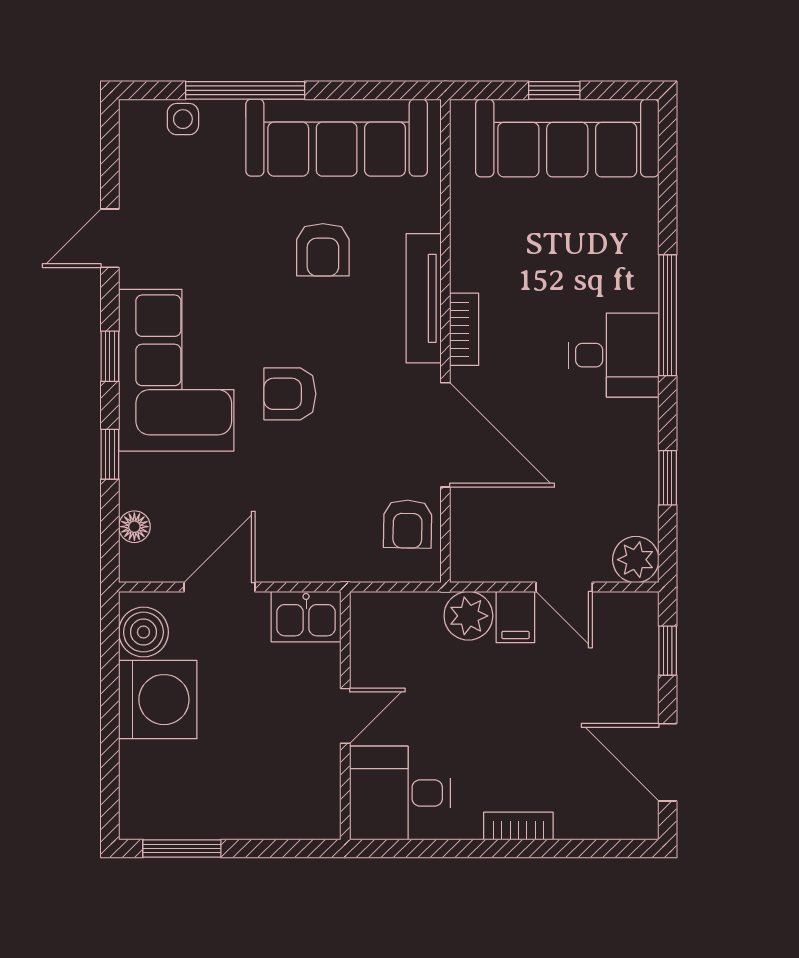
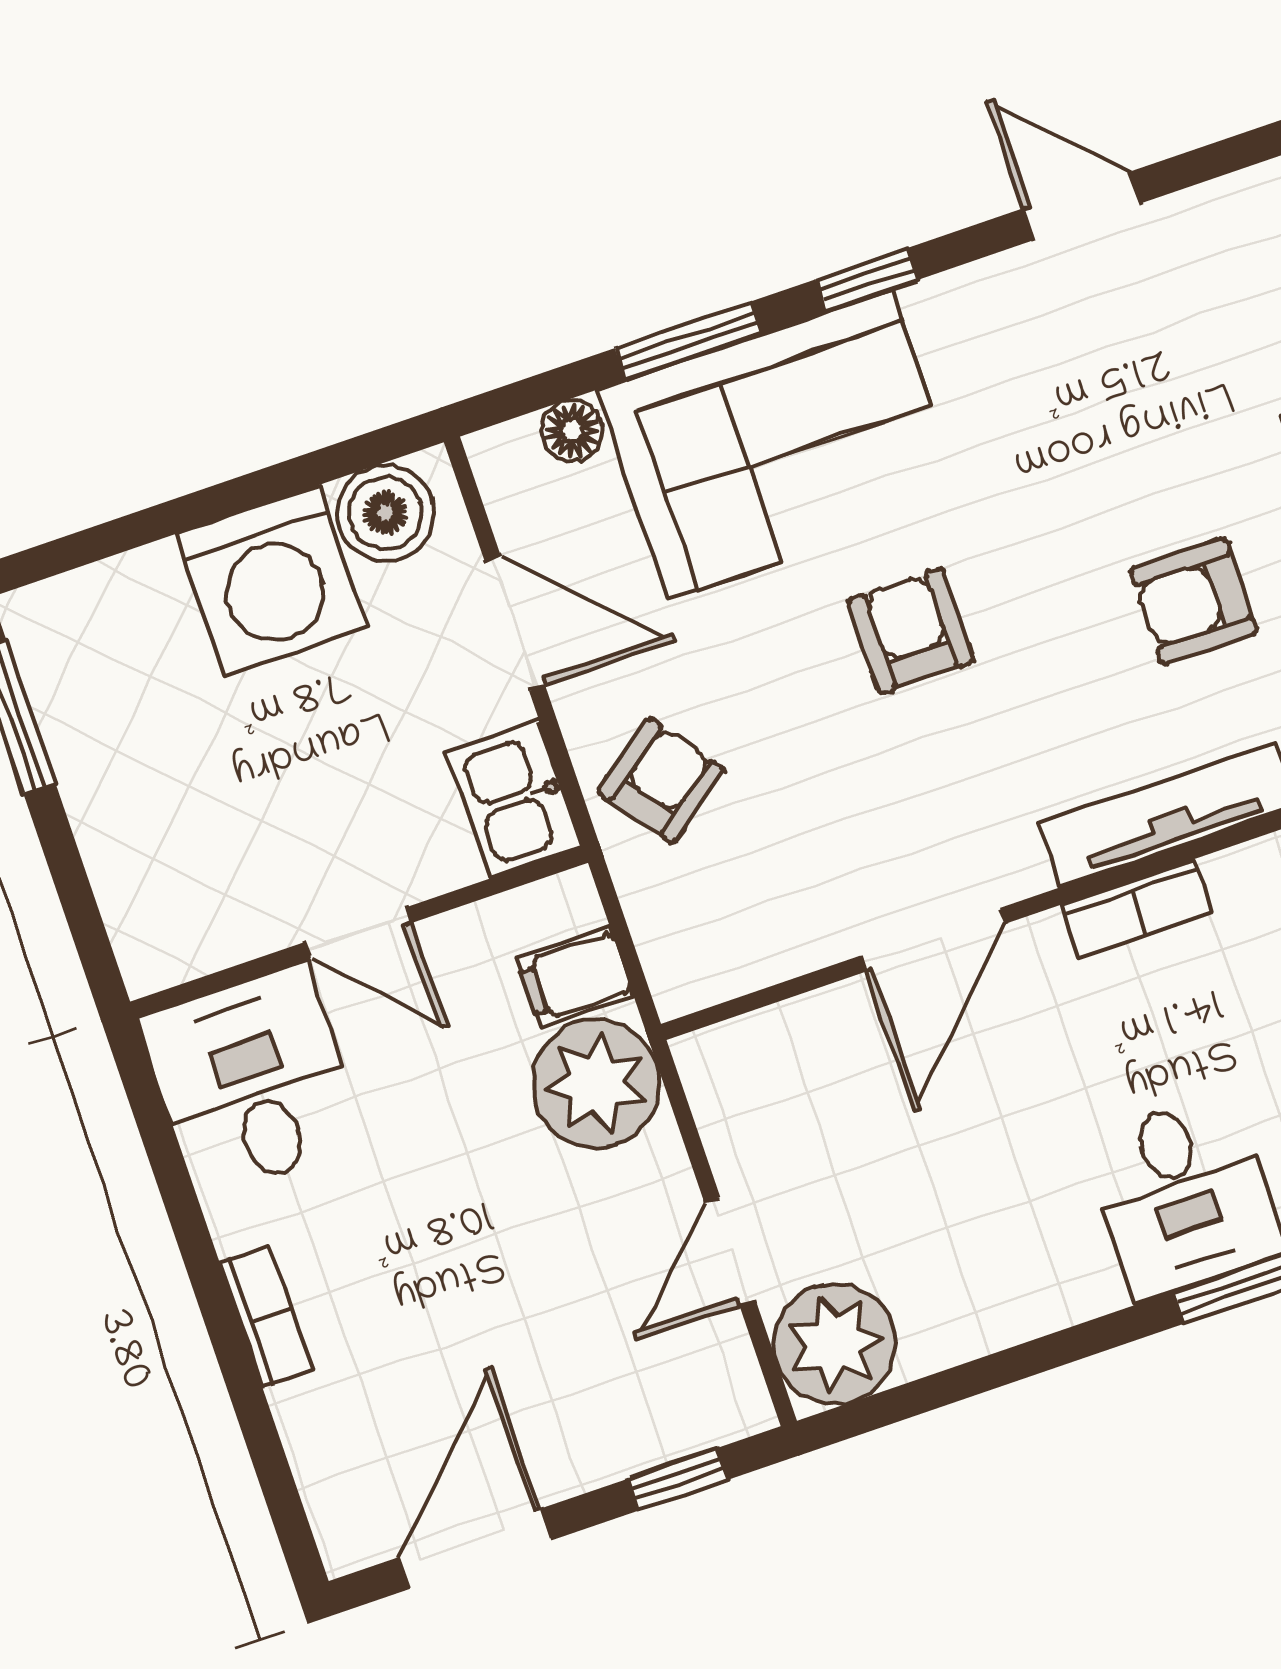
corner sofa: (176, 370) -> (780, 444), moved
door: (445, 435) -> (933, 940), width x0.73
window: (110, 454) -> (688, 341), width x1.50
window: (668, 478) -> (993, 1371), removed
armchair: (408, 524) -> (661, 781), moved, turned 142
plant: (636, 560) -> (835, 1344), width x1.36, depth x1.36
plant: (468, 616) -> (596, 1084), width x1.36, depth x1.36
filing cabinet: (515, 617) -> (575, 977), moved

